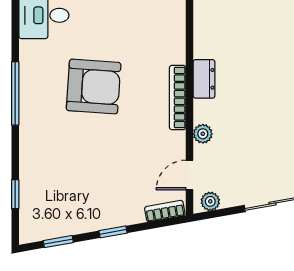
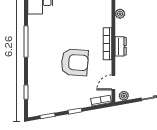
dresser: (204, 79) -> (121, 46), moved
armchair: (94, 86) -> (75, 62), moved
plant: (203, 134) -> (120, 14), moved

